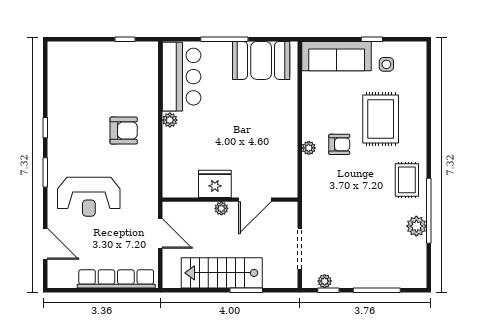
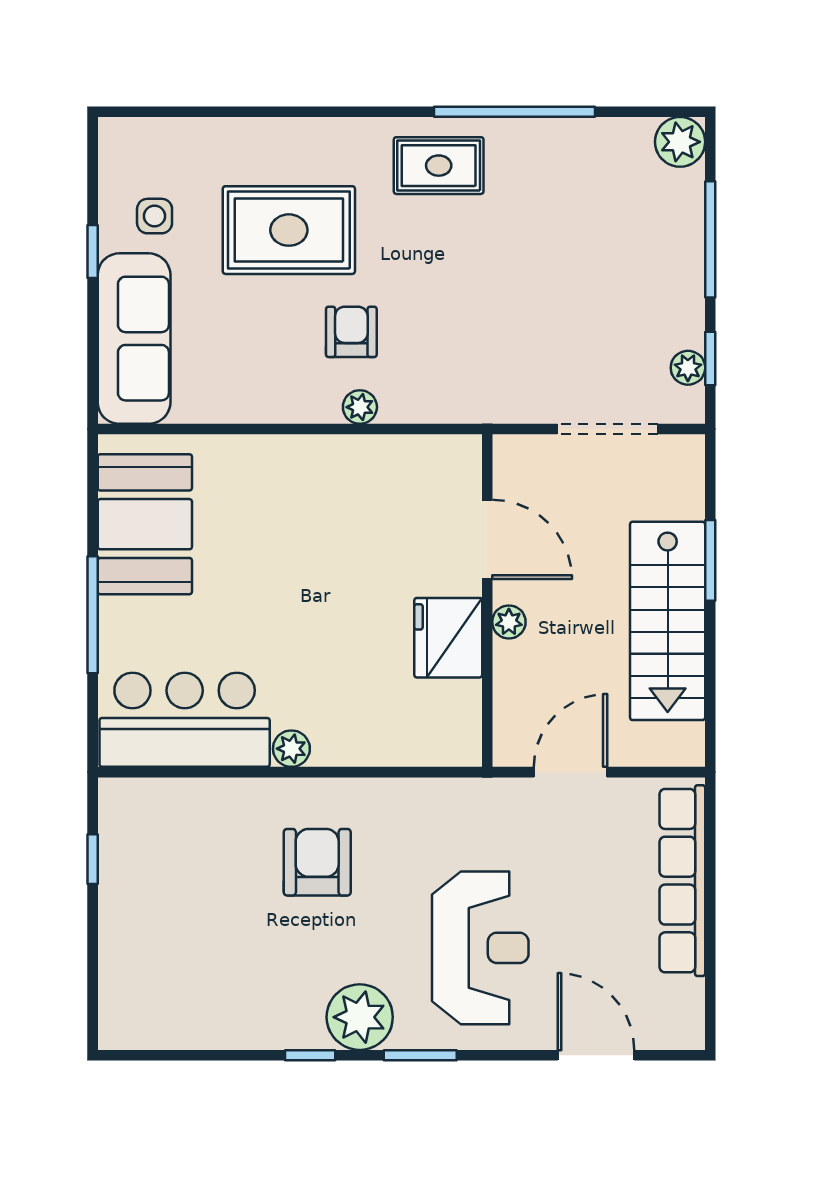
plant: (61, 148) -> (360, 1017), added
plant: (416, 226) -> (680, 142), moved
door: (45, 244) -> (596, 1055), hinge flipped

